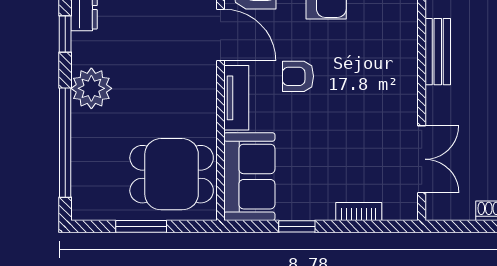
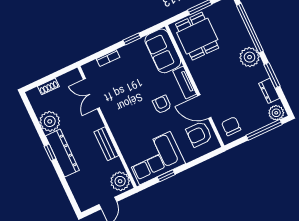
window: (65, 34) -> (272, 75), width x1.50
armchair: (298, 76) -> (162, 104), turned -90
dining table: (172, 174) -> (197, 36), turned 90

